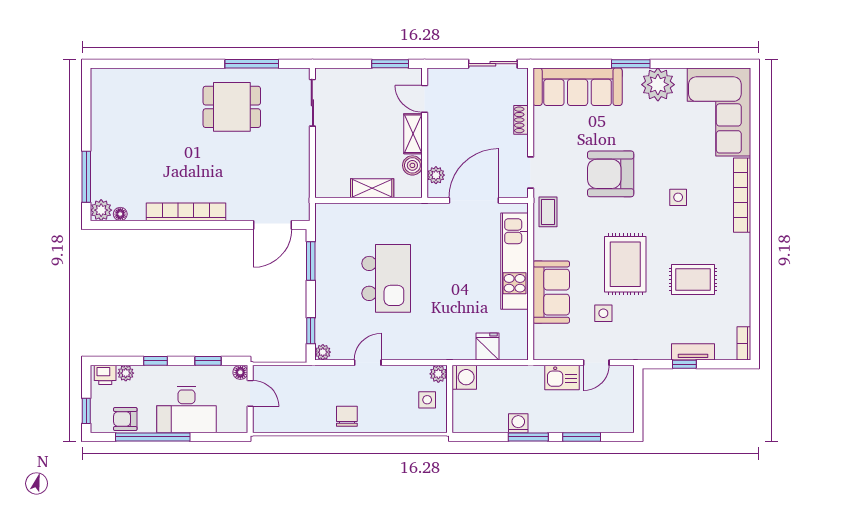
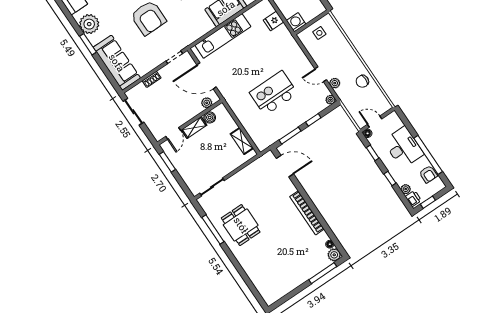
shelving: (372, 188) -> (242, 141), moved
coffee table: (548, 212) -> (188, 36), removed
window: (311, 331) -> (313, 120), moved
plant: (438, 374) -> (335, 83), moved
door: (250, 393) -> (375, 122), hinge flipped
window: (86, 411) -> (428, 202), moved
chair: (347, 416) -> (362, 81), moved

